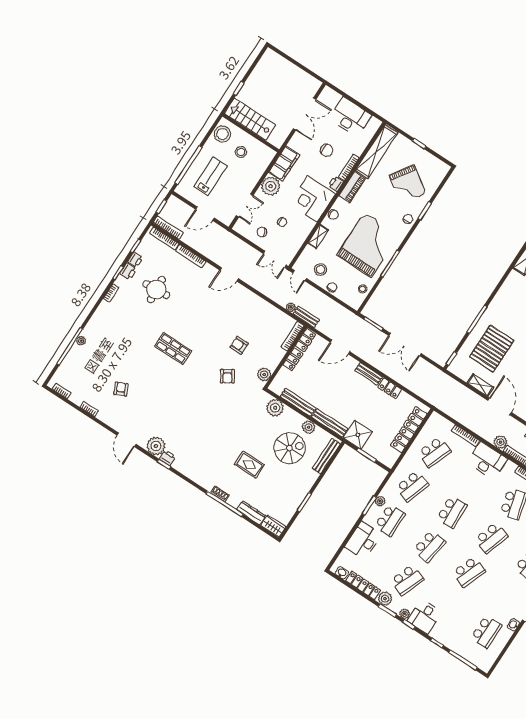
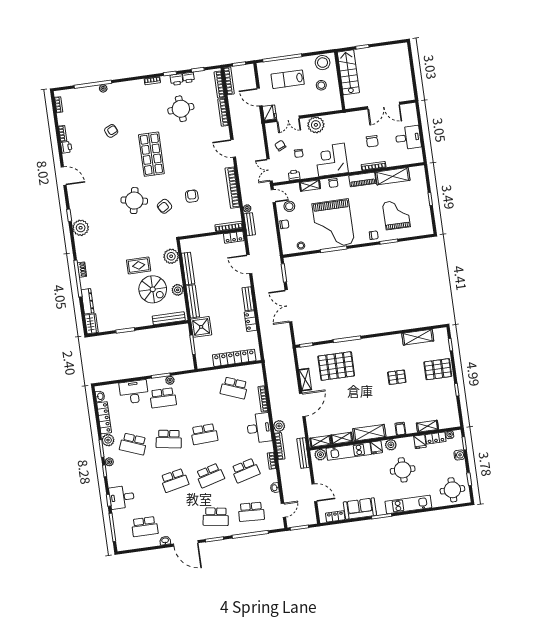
desk: (350, 117) -> (408, 138), width x0.73
shelving: (376, 152) -> (393, 176), width x0.68
filing cabinet: (284, 164) -> (339, 121), removed
lab bench: (211, 176) -> (288, 79), turned 180
printer: (336, 184) -> (294, 175), moved
grand piano: (407, 184) -> (396, 215), turned 146
fridge: (226, 217) -> (269, 113), added
grand piano: (368, 245) -> (333, 224), turned 90
door: (300, 276) -> (273, 196), swing flipped
bookcase: (262, 304) -> (232, 188), added
shop shelf: (173, 349) -> (151, 154), width x1.43, depth x1.36
locker: (293, 359) -> (214, 240), removed
plant: (264, 374) -> (187, 230), removed
armchair: (121, 389) -> (111, 131), moved
round table: (200, 398) -> (134, 201), added
door: (126, 440) -> (64, 176), swing flipped
plant: (156, 446) -> (81, 228), moved
printer: (168, 458) -> (66, 147), moved
rug: (249, 465) -> (139, 265), moved, turned 90
school desk: (412, 486) -> (199, 393), removed
school desk: (491, 538) -> (210, 475), turned -33
school desk: (469, 572) -> (174, 480), turned -33
desk: (424, 617) -> (122, 497), moved

